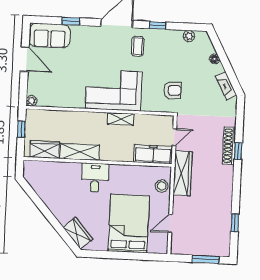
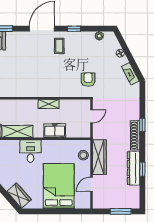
corner sofa: (114, 90) -> (42, 81), removed
armchair: (172, 90) -> (88, 79), turned -88
shoe rack: (229, 146) -> (135, 135), moved
freezer: (153, 154) -> (55, 131), moved, width x0.71
wardrobe: (183, 173) -> (99, 157), moved
dresser: (224, 205) -> (134, 168), added
window: (235, 223) -> (142, 169), moved

